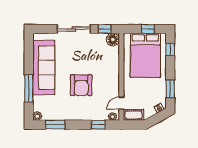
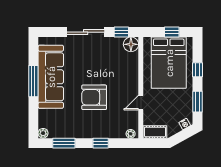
window: (170, 49) -> (198, 70), moved
armchair: (81, 85) -> (94, 97), turned 90
window: (29, 88) -> (33, 81), moved
door: (121, 103) -> (141, 103), moved
window: (98, 125) -> (101, 143), moved

